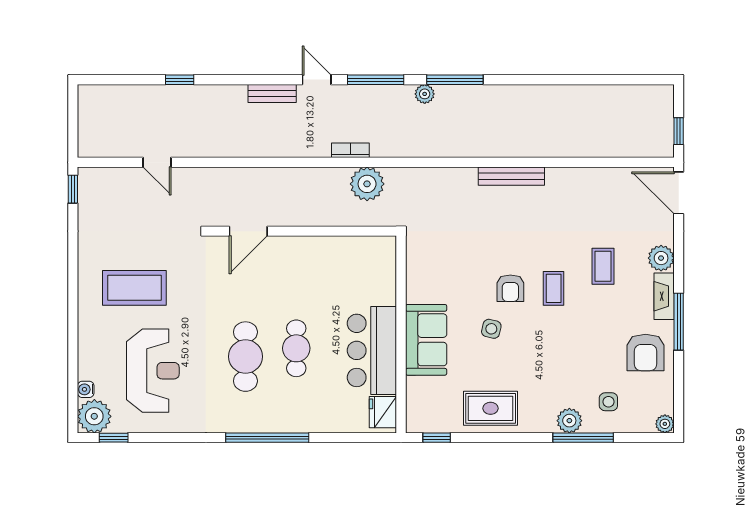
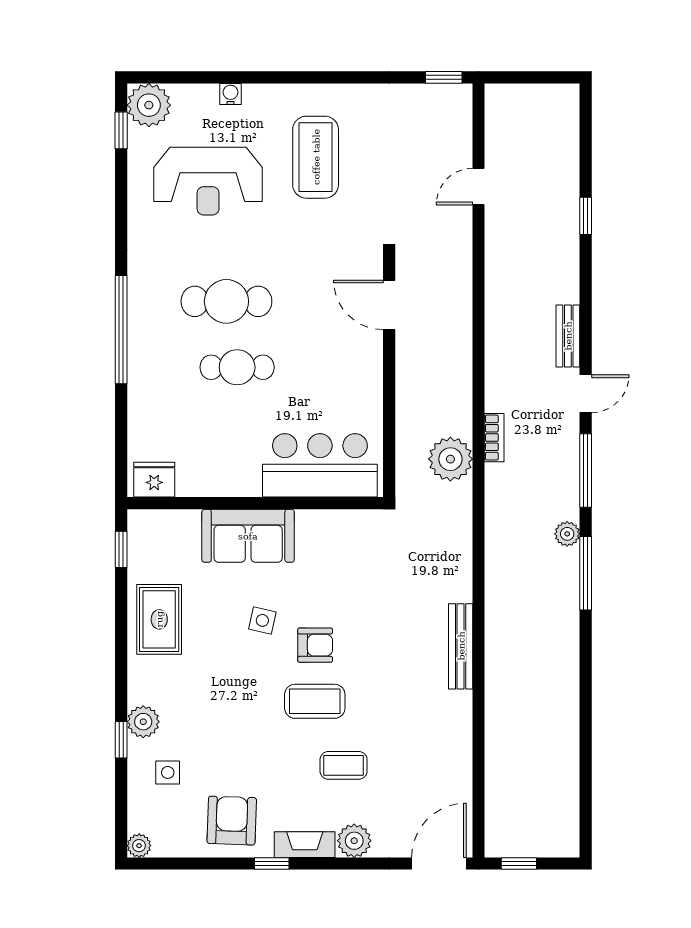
armchair: (510, 288) -> (315, 645), turned 180
coffee table: (554, 288) -> (315, 701), width x1.36, depth x1.30
window: (679, 322) -> (272, 864), width x0.46
bar counter: (372, 350) -> (320, 465), moved
armchair: (646, 352) -> (232, 821), turned 92
water cooler: (86, 389) -> (231, 94), moved
window: (583, 438) -> (121, 740), width x0.46

